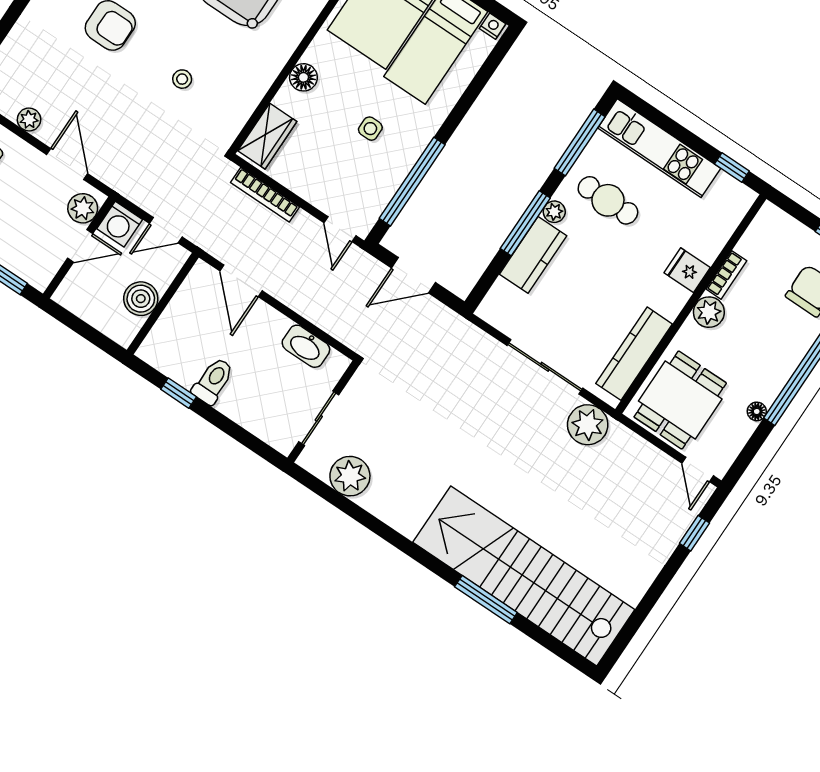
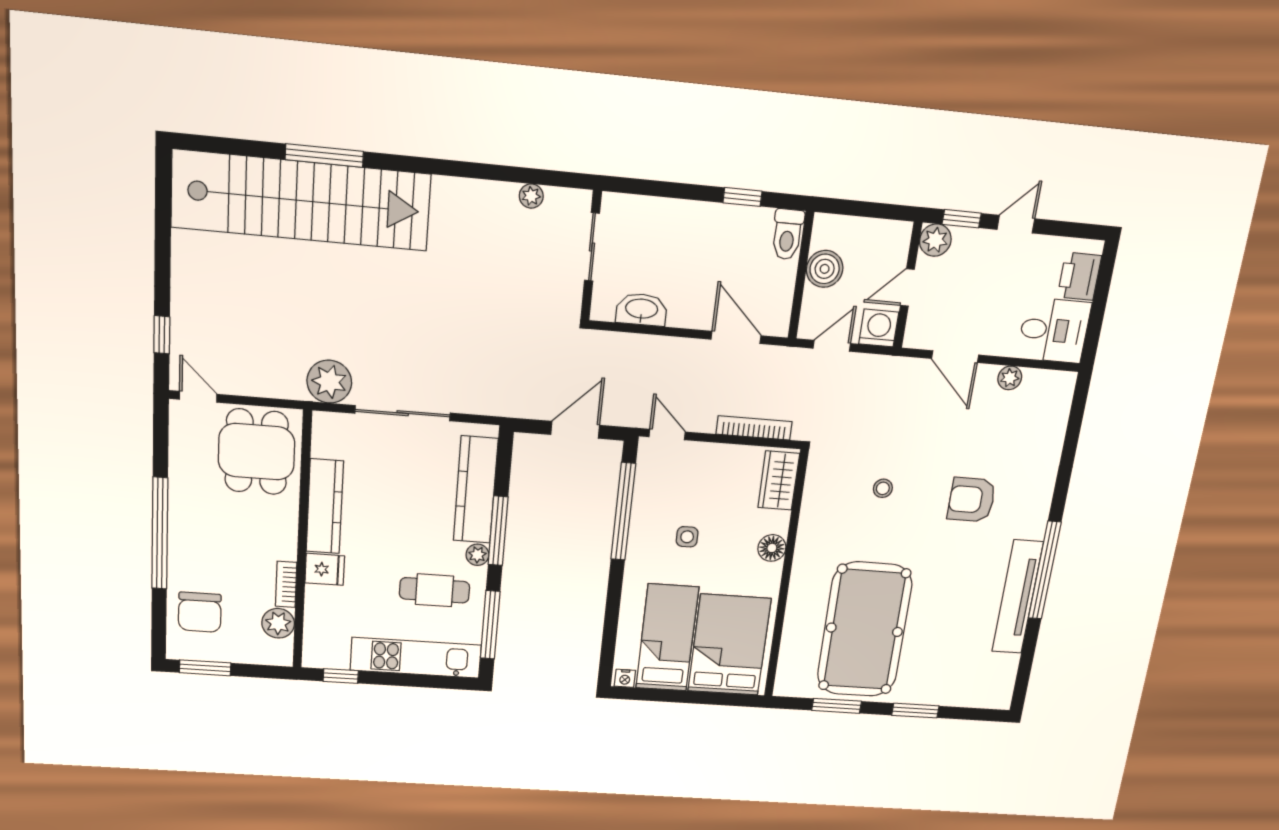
plant: (83, 208) -> (935, 240), moved
kitchen counter: (533, 255) -> (476, 490), width x1.50
plant: (709, 312) -> (278, 623), moved
kitchen counter: (634, 354) -> (325, 506), moved
toilet: (213, 381) -> (787, 234), moved
floor lamp: (757, 411) -> (178, 480), removed
plant: (350, 476) -> (531, 196), width x0.53, depth x0.53

